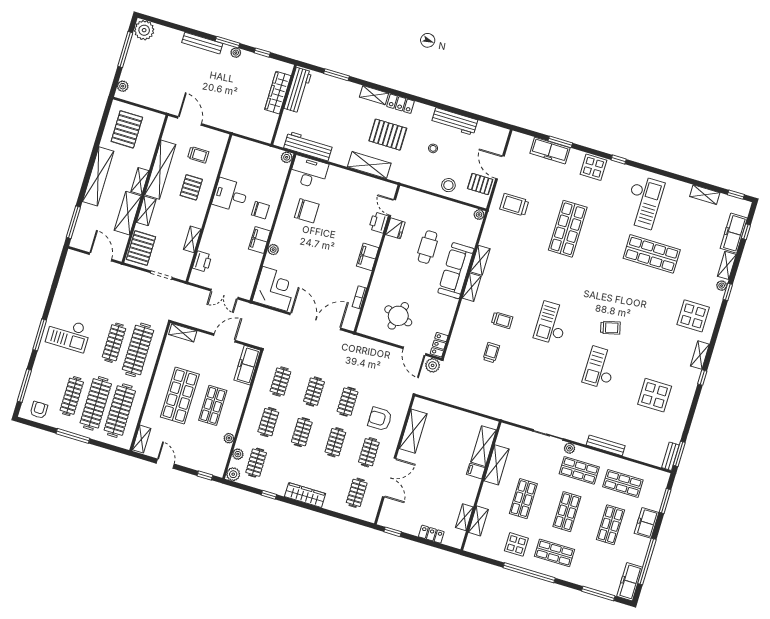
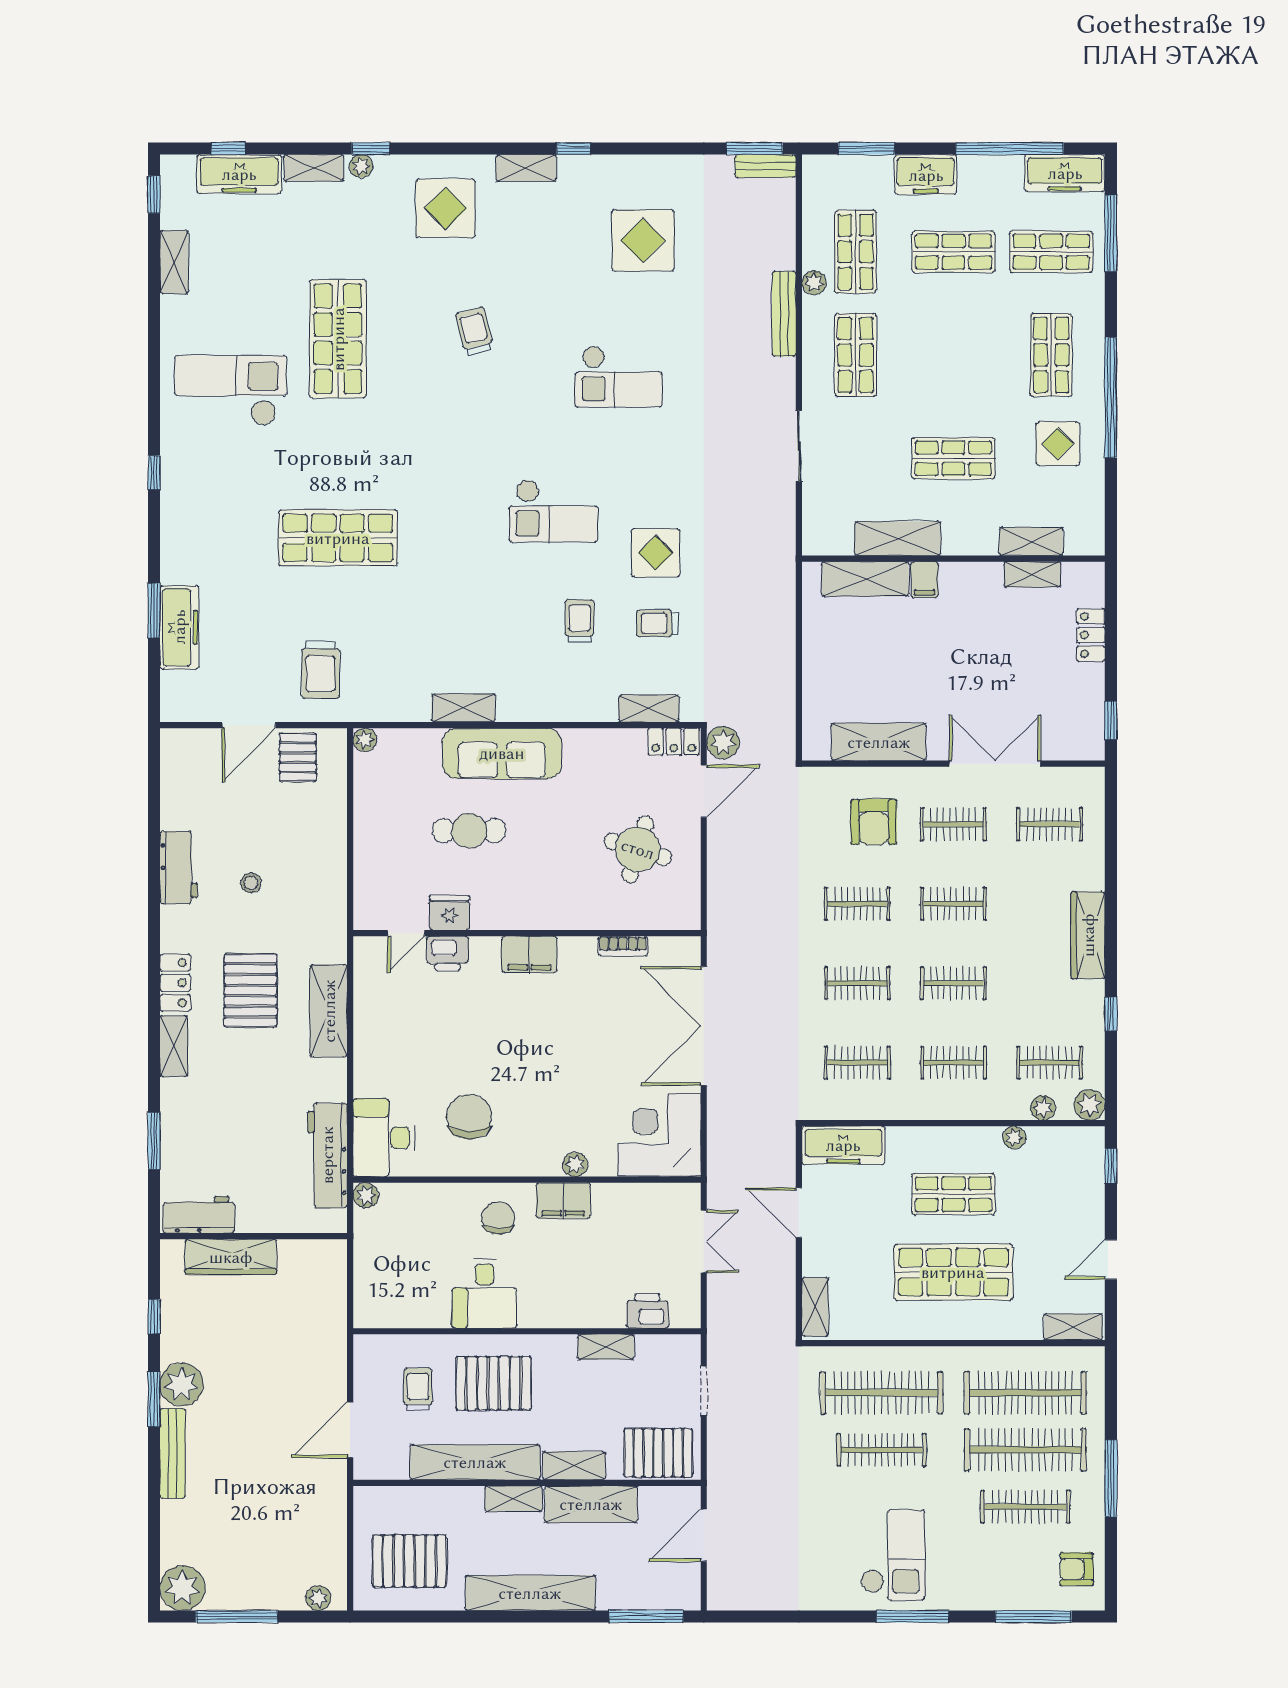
plant: (236, 53) -> (182, 1384), width x1.88, depth x1.88
workbench: (298, 90) -> (199, 1215), width x0.73
workbench: (454, 122) -> (179, 867), width x0.73
display table: (593, 167) -> (656, 553), moved
stool: (448, 185) -> (321, 826), removed
pallet: (191, 187) -> (494, 1383), width x1.50, depth x1.42
shelving: (472, 287) -> (649, 708), moved
trolley: (610, 328) -> (474, 331), moved
plant: (569, 448) -> (814, 283), moved
shop shelf: (567, 512) -> (1051, 252), moved

